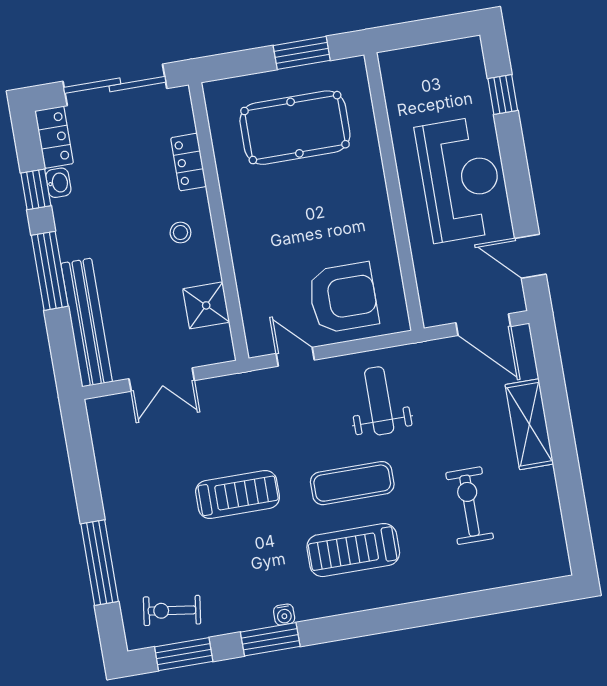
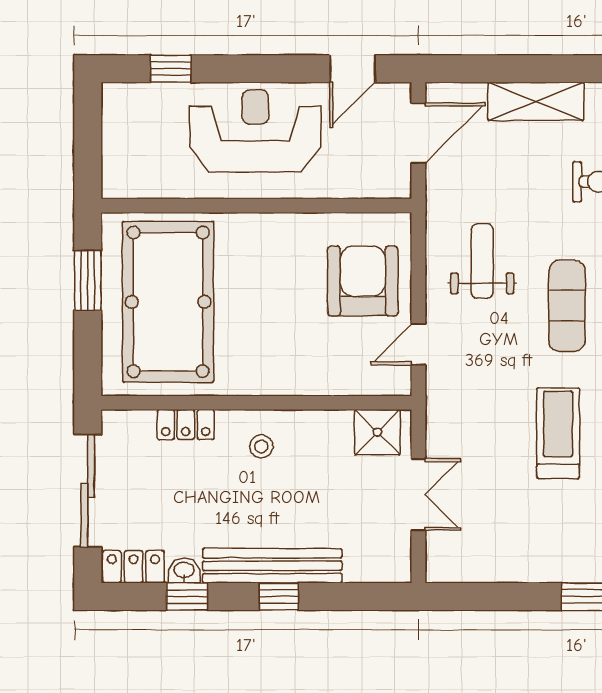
pool table: (295, 128) -> (168, 302), width x1.36, depth x1.32
window: (50, 271) -> (279, 596), width x0.46
shower: (206, 305) -> (378, 432), moved
bench: (87, 323) -> (272, 566), moved
weight bench: (379, 401) -> (482, 261), turned 90

